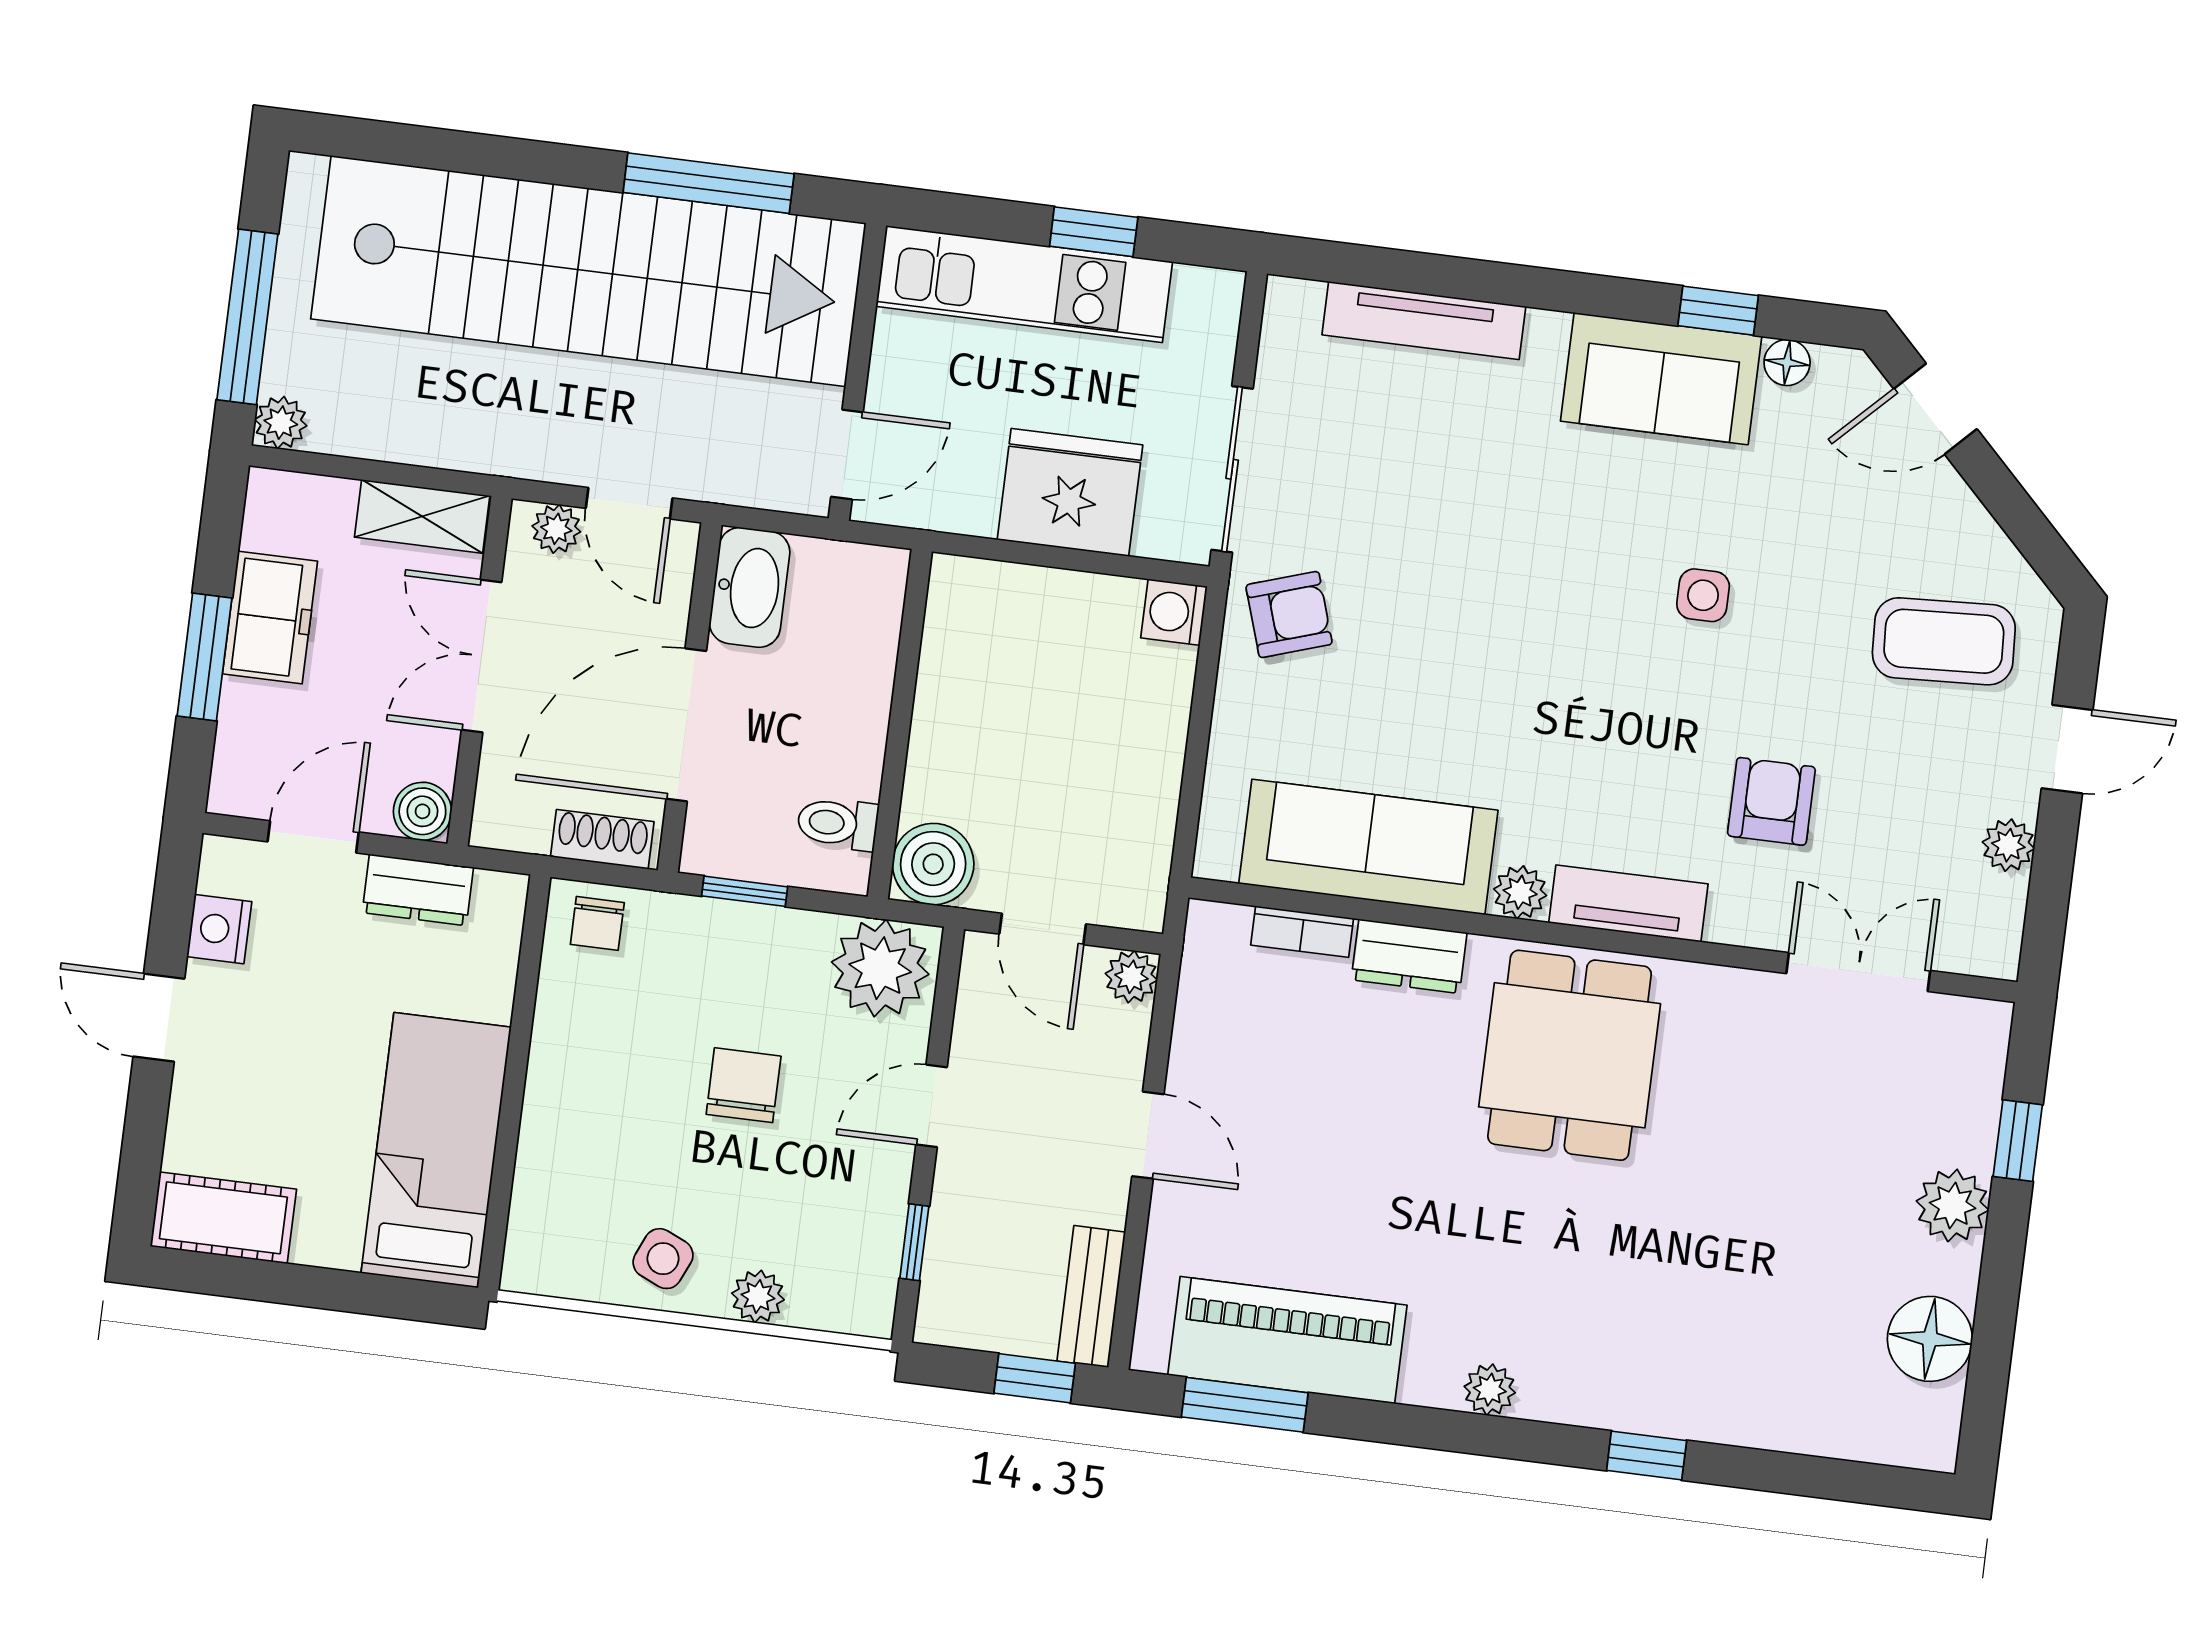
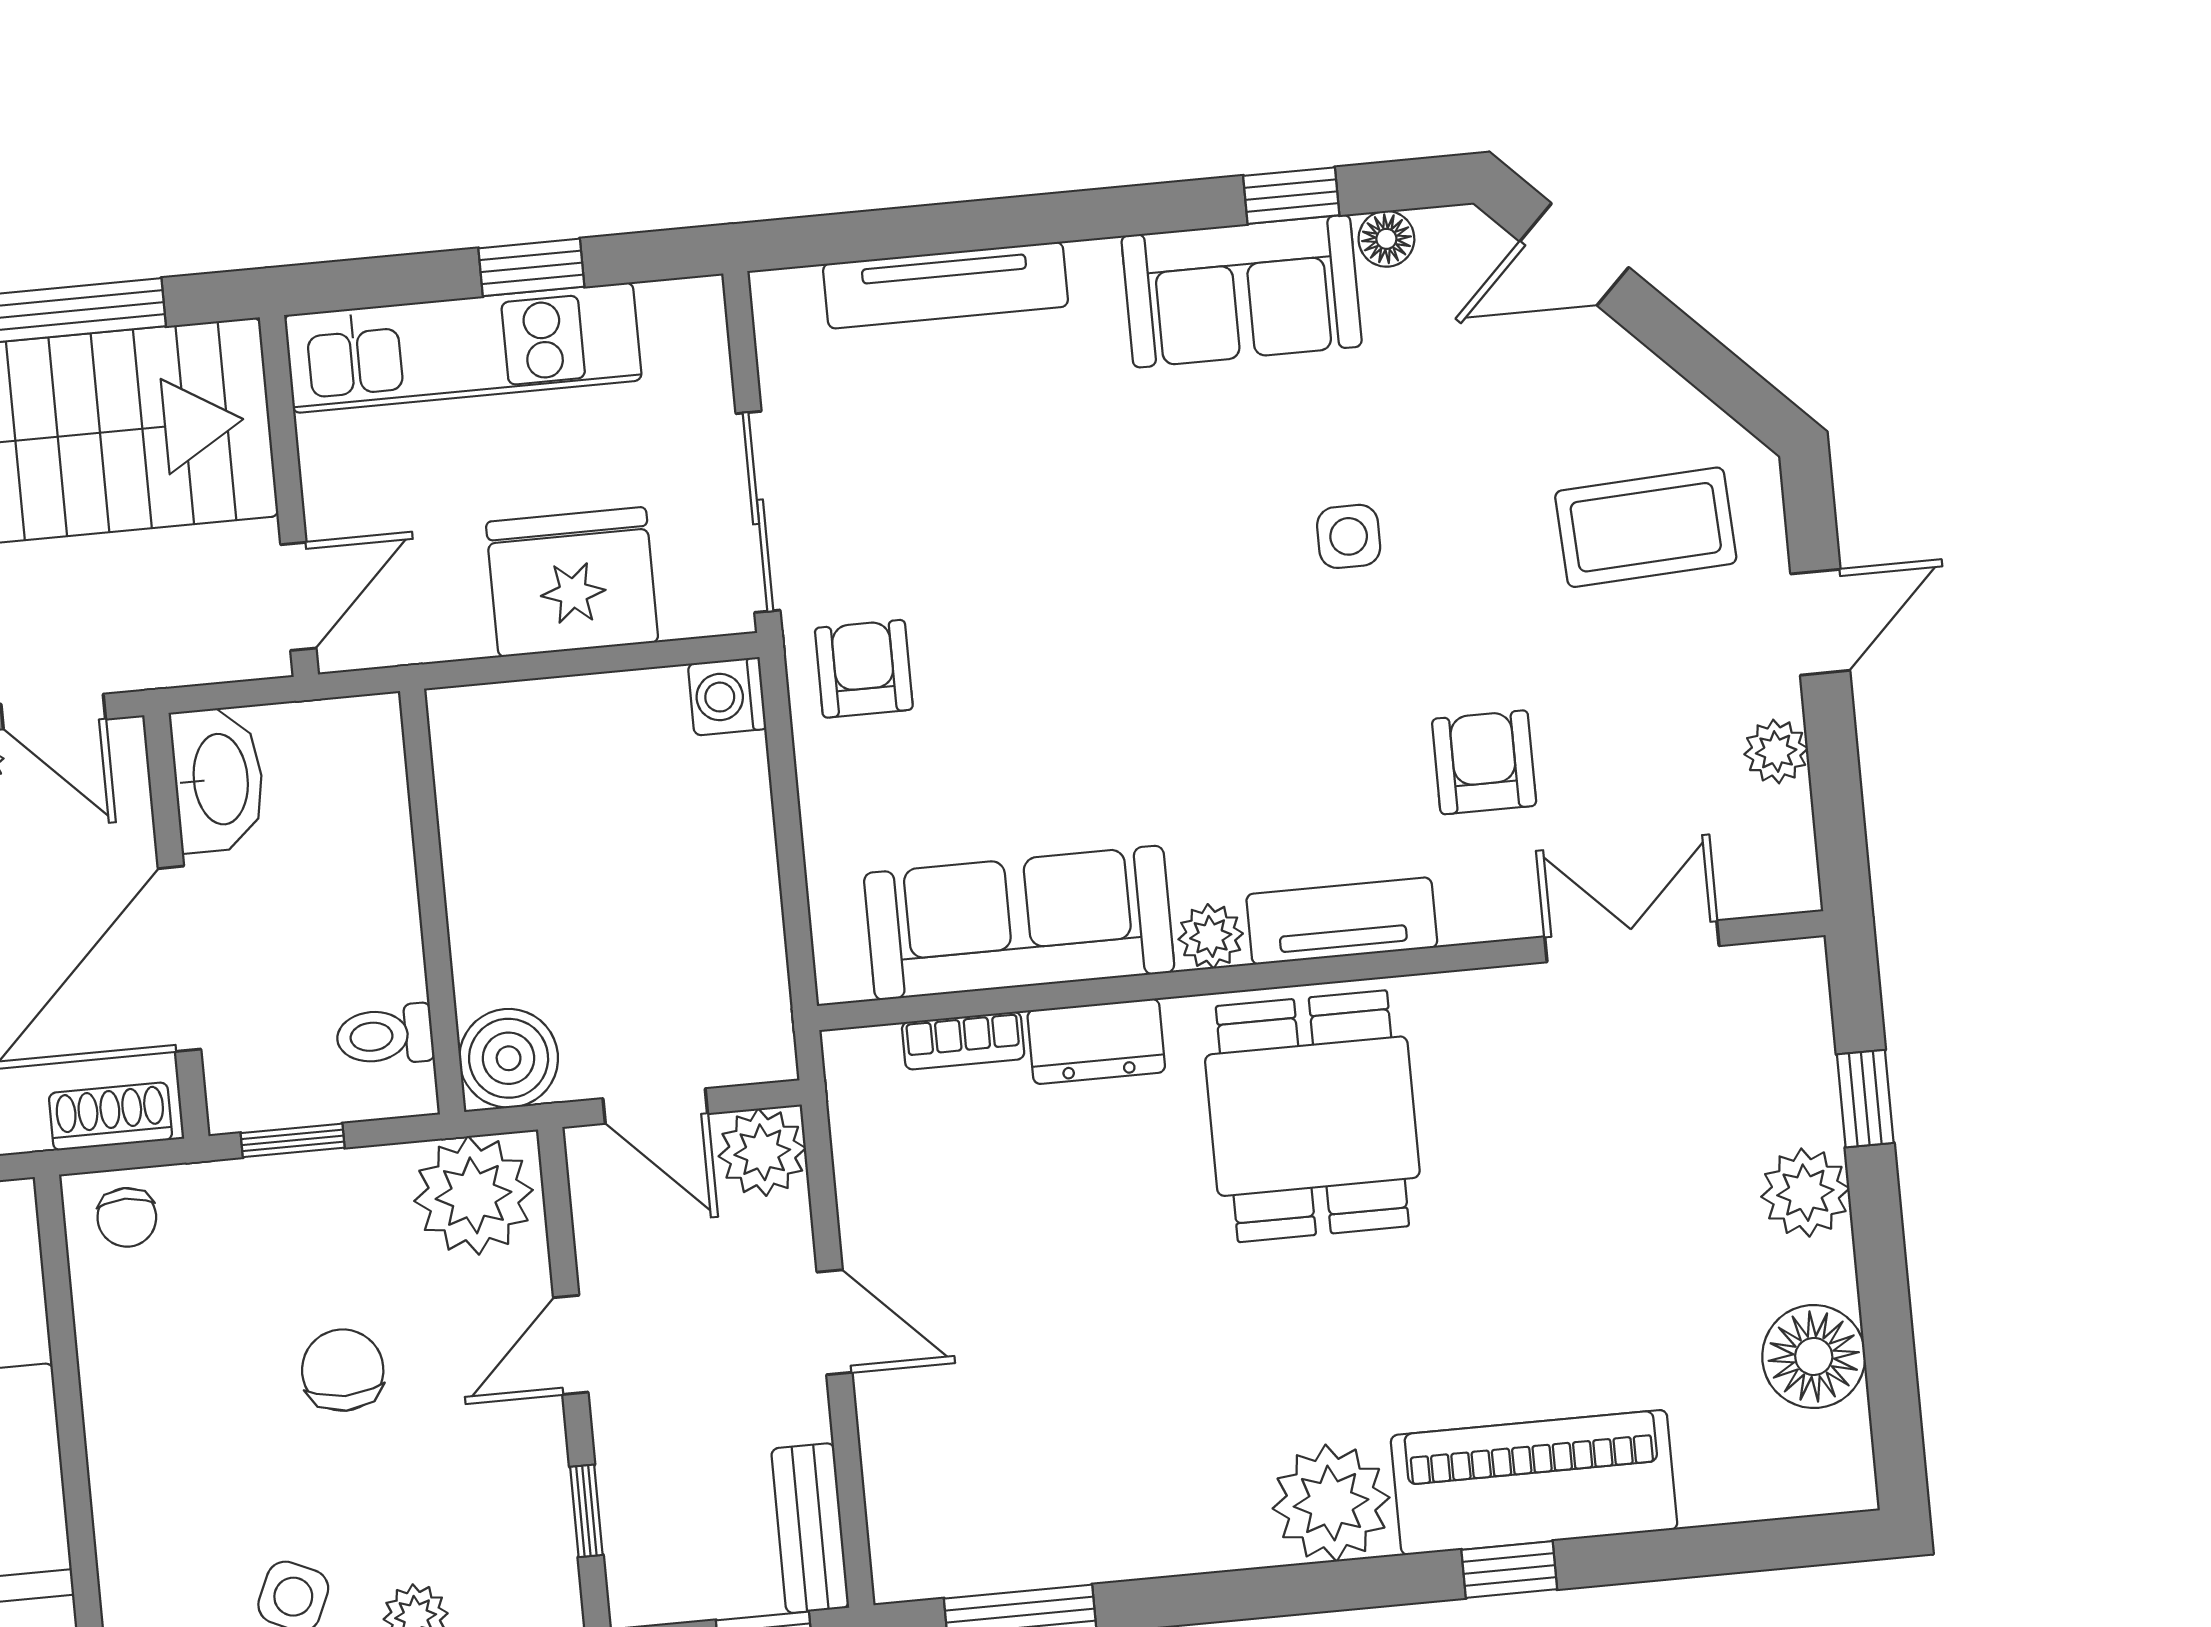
armchair: (1289, 615) -> (864, 669), turned -72
plant: (1131, 977) -> (762, 1152), width x1.38, depth x1.38
piano: (1287, 1340) -> (1534, 1482), moved
plant: (1490, 1390) -> (1331, 1503), width x1.88, depth x1.88

